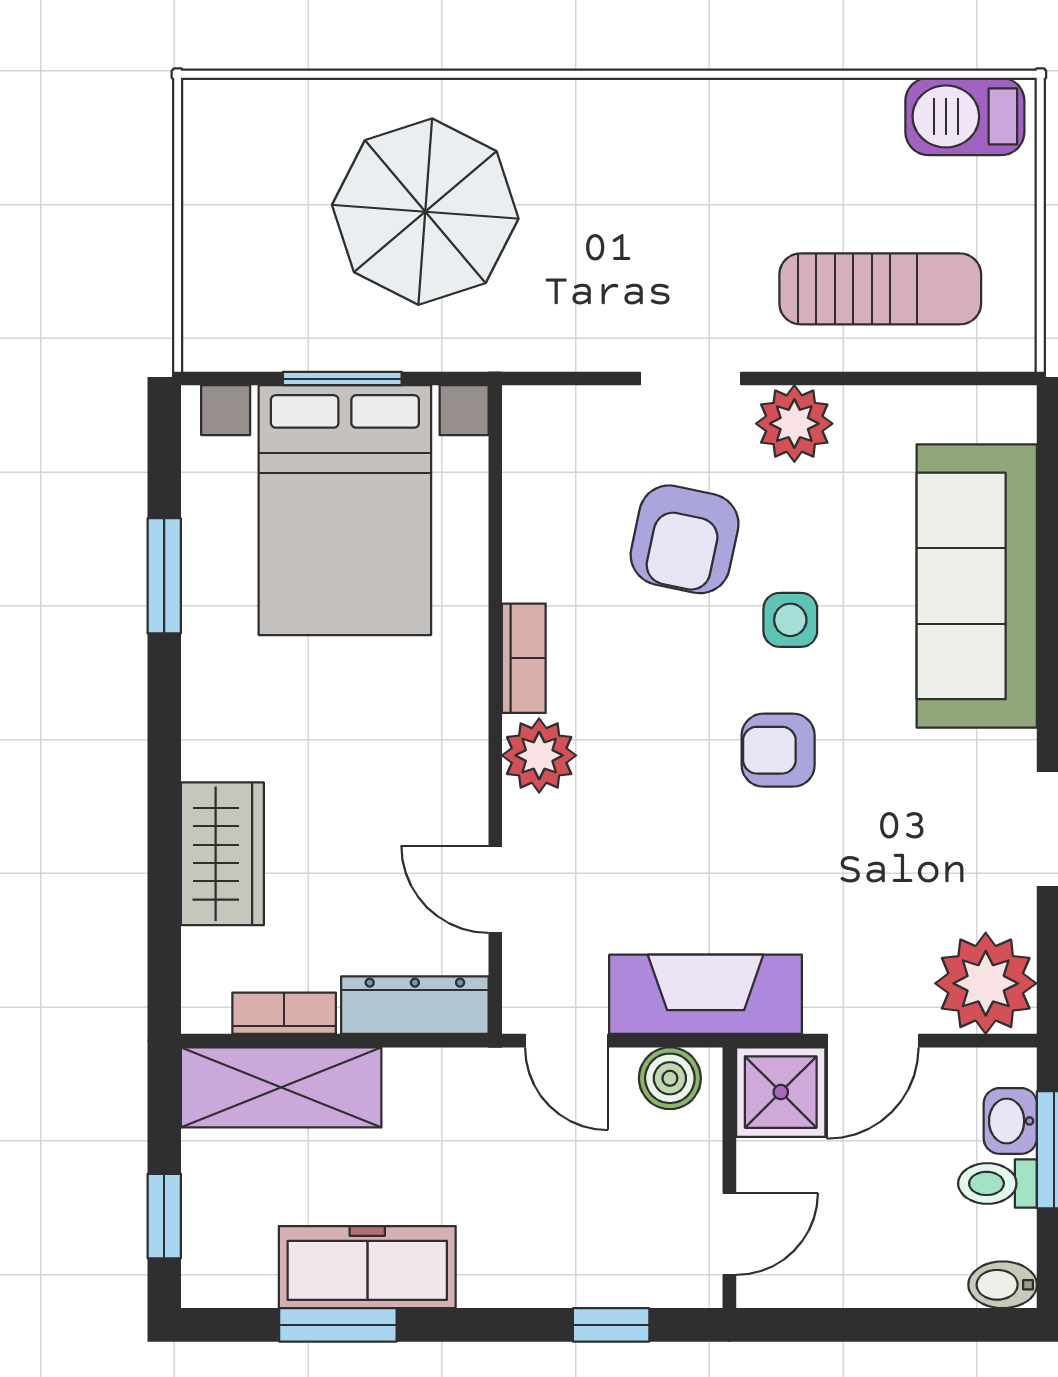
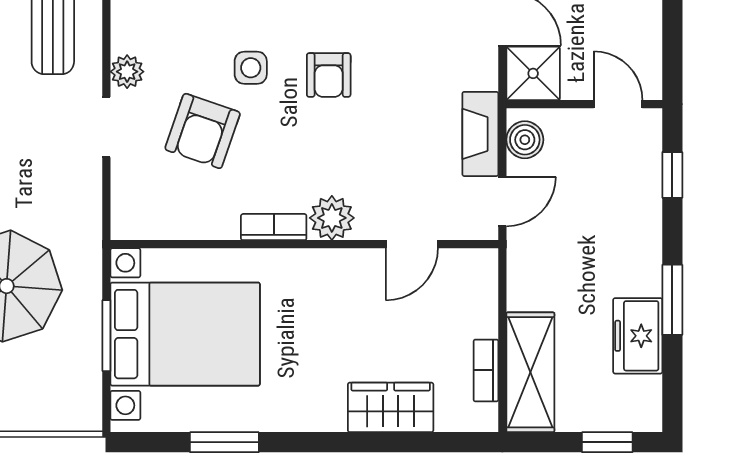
plant: (794, 424) -> (127, 72), width x0.73, depth x0.73
armchair: (685, 539) -> (203, 131), turned 97
fireplace: (706, 994) -> (480, 134), width x0.73, depth x0.76
dresser: (415, 1005) -> (481, 292), removed
freezer: (367, 1267) -> (638, 336), width x0.71
window: (338, 1325) -> (672, 300), moved

